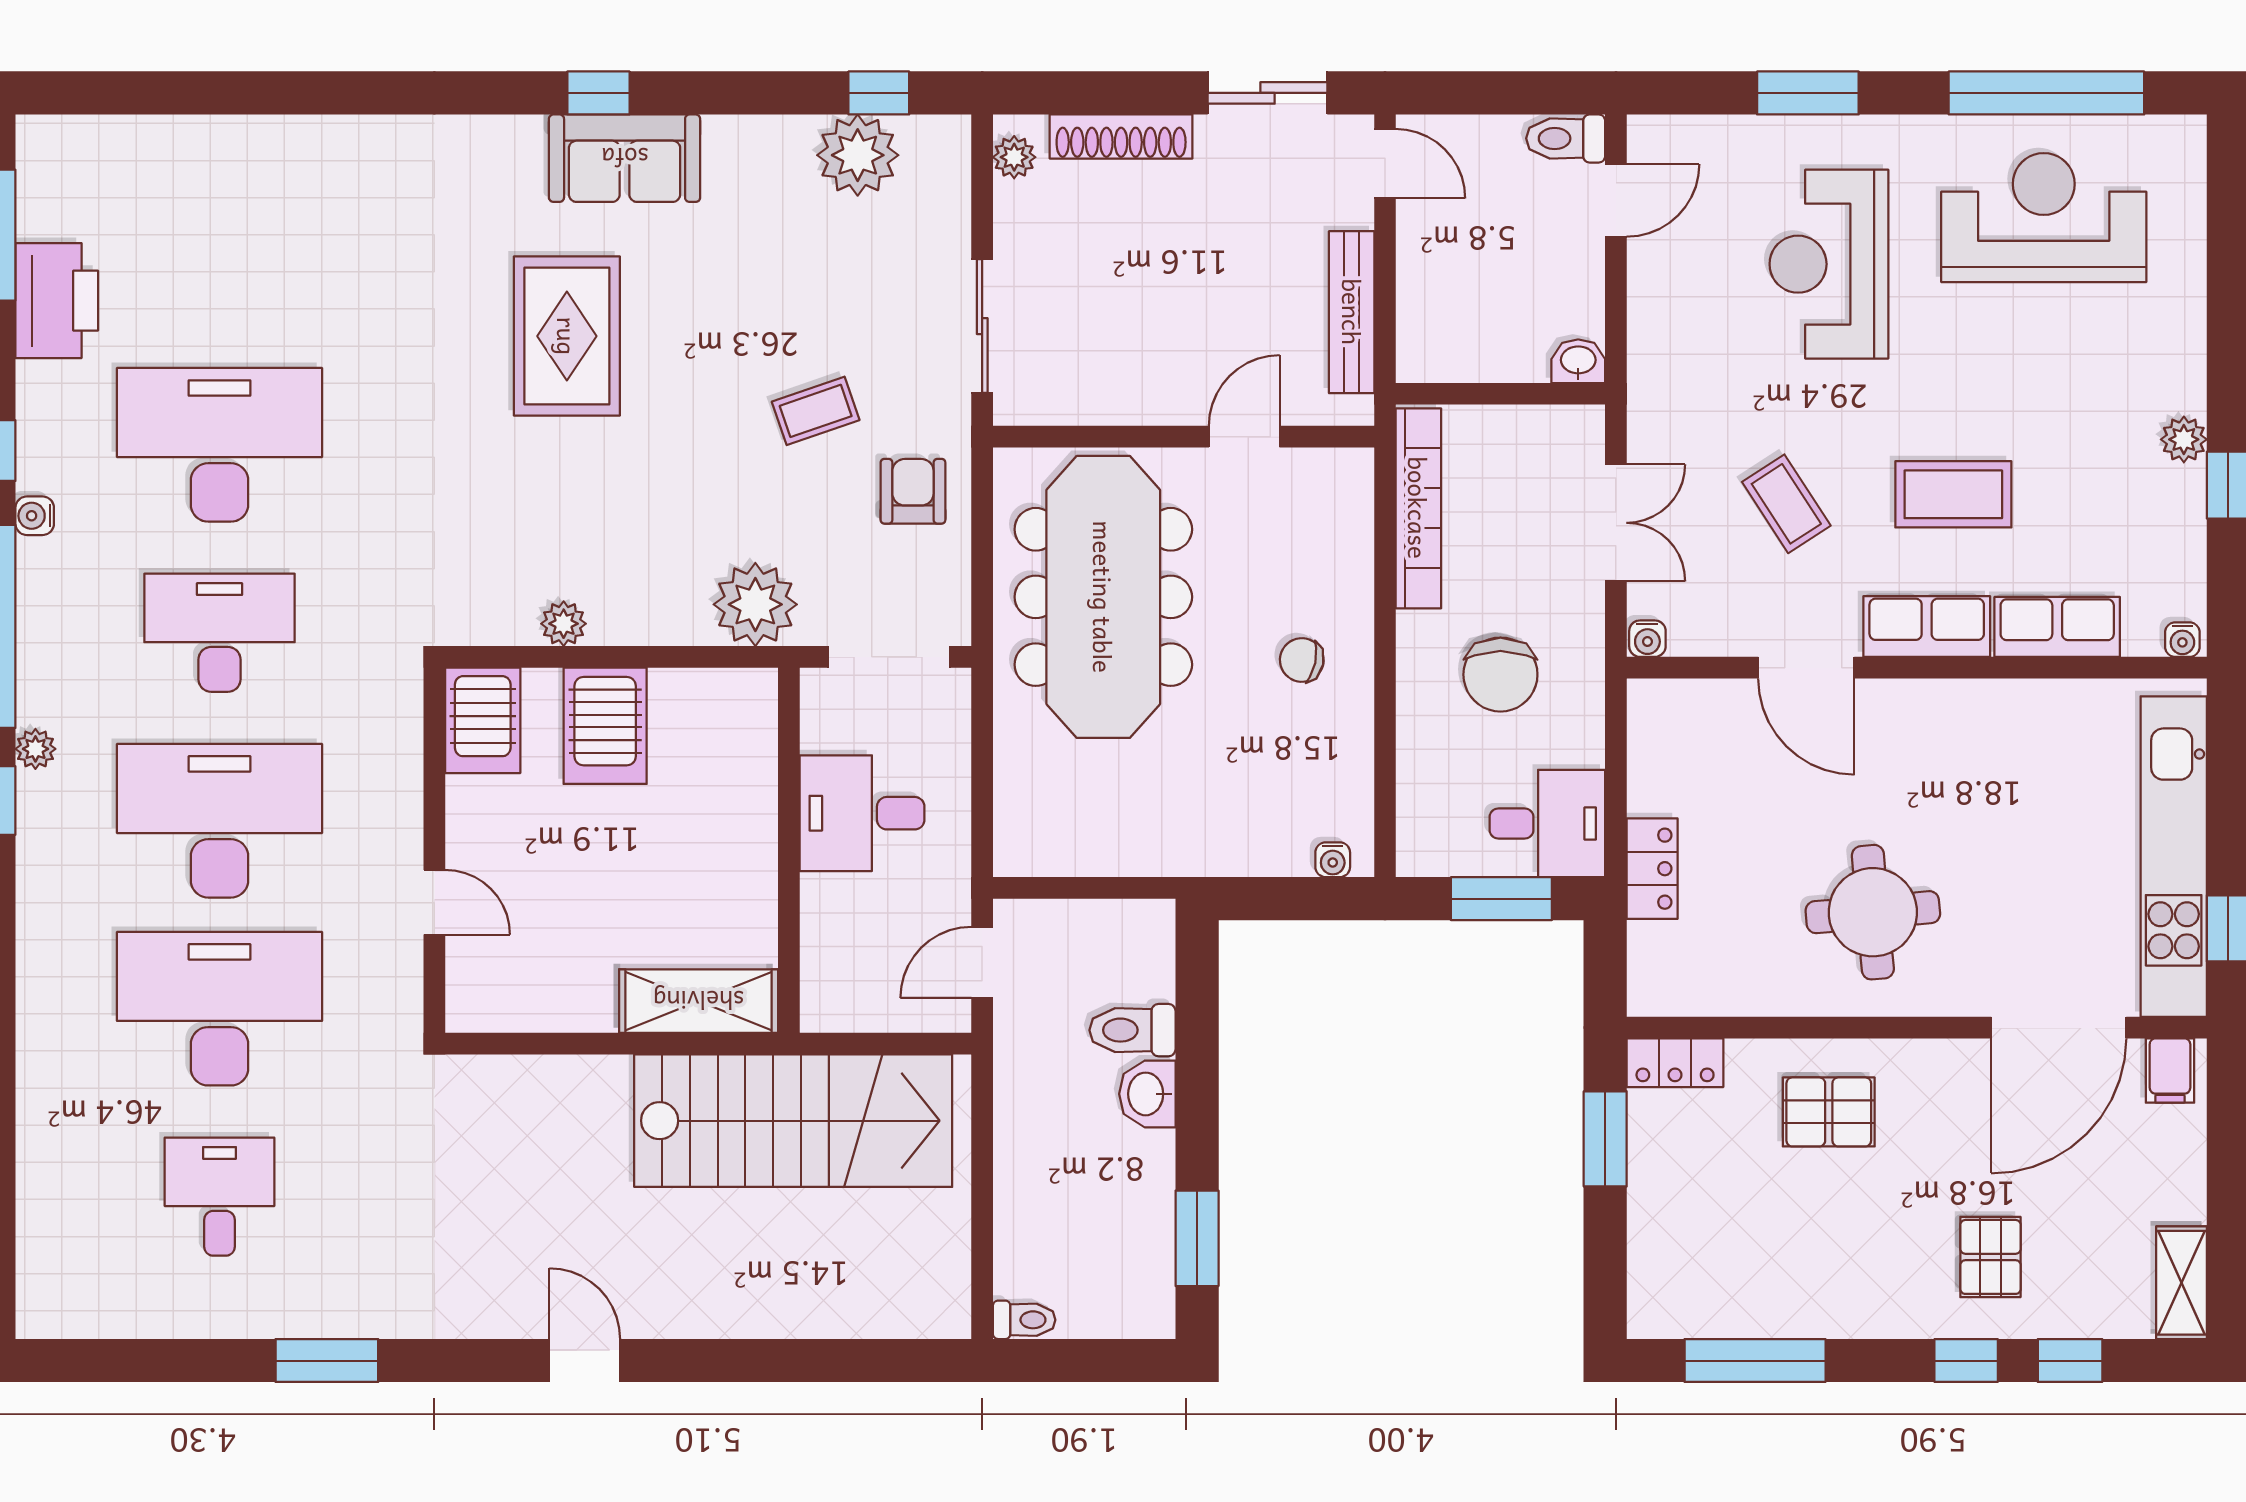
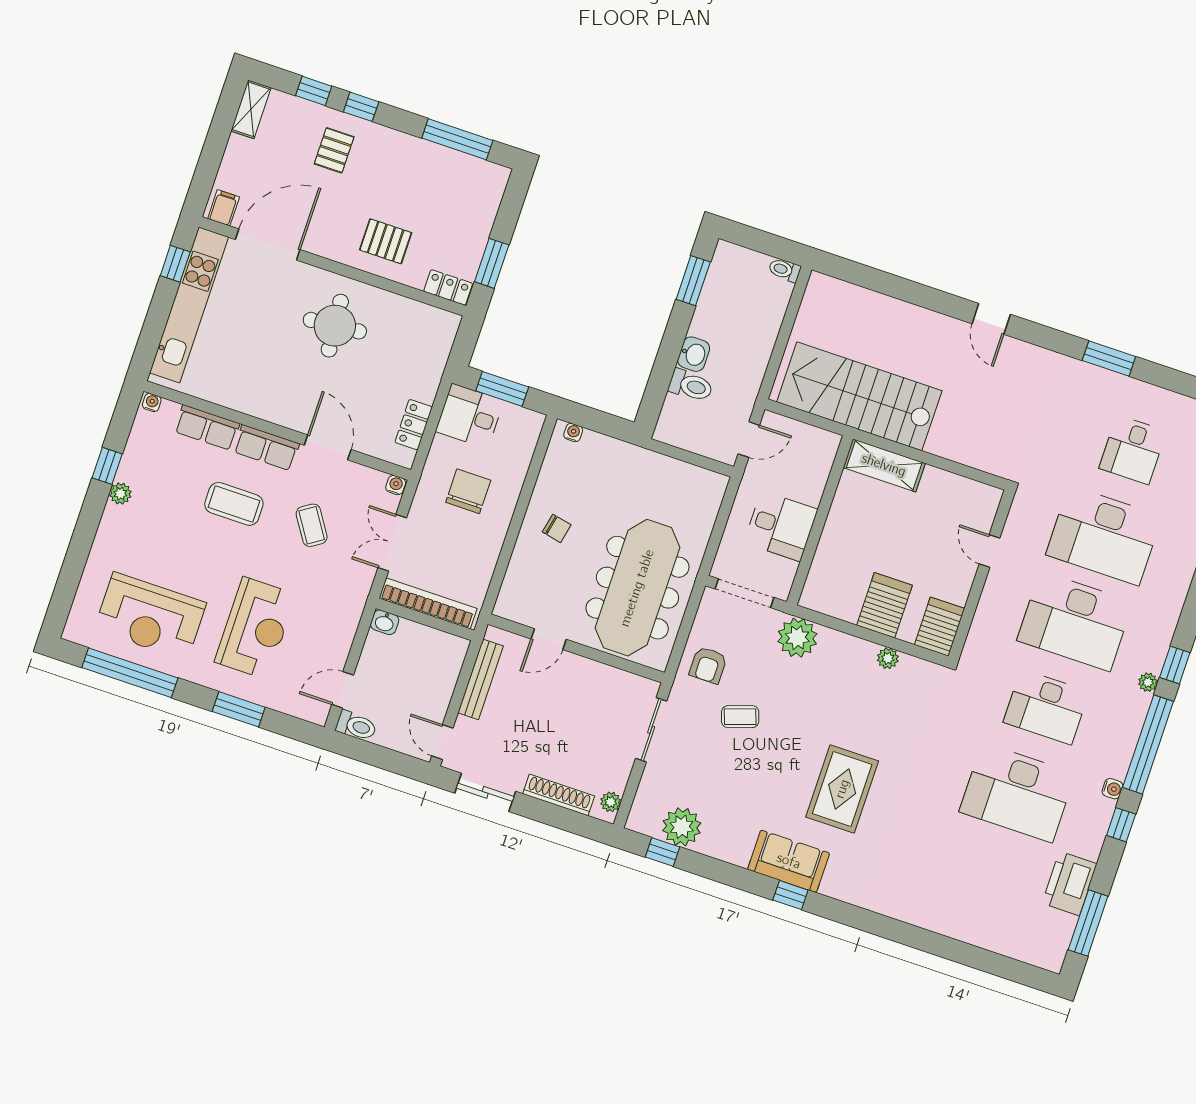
bookcase: (1418, 508) -> (428, 603), moved, turned 90
locker: (1652, 869) -> (414, 425), moved

